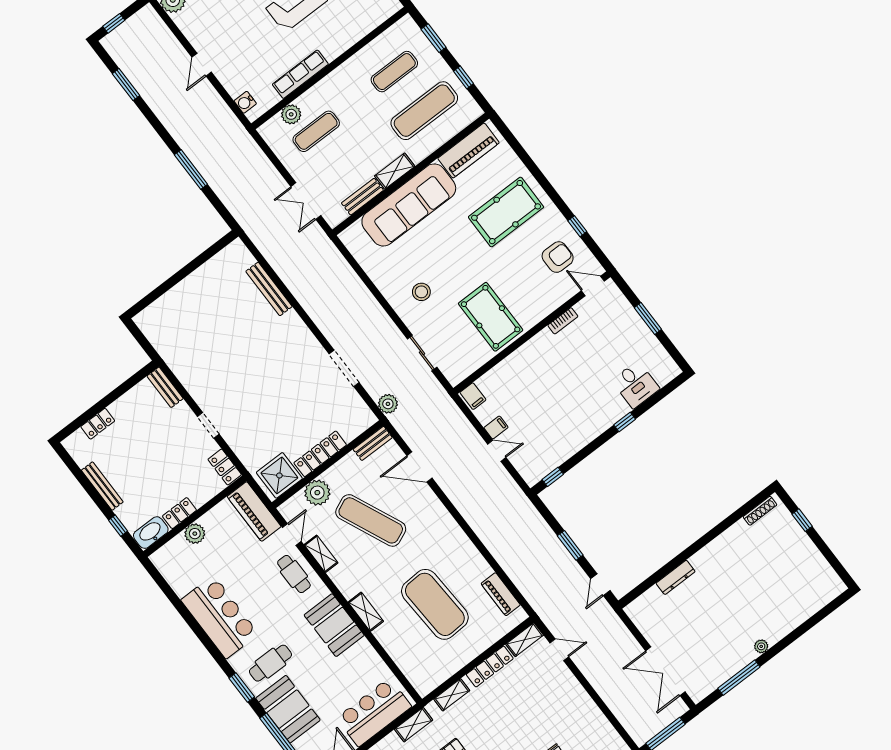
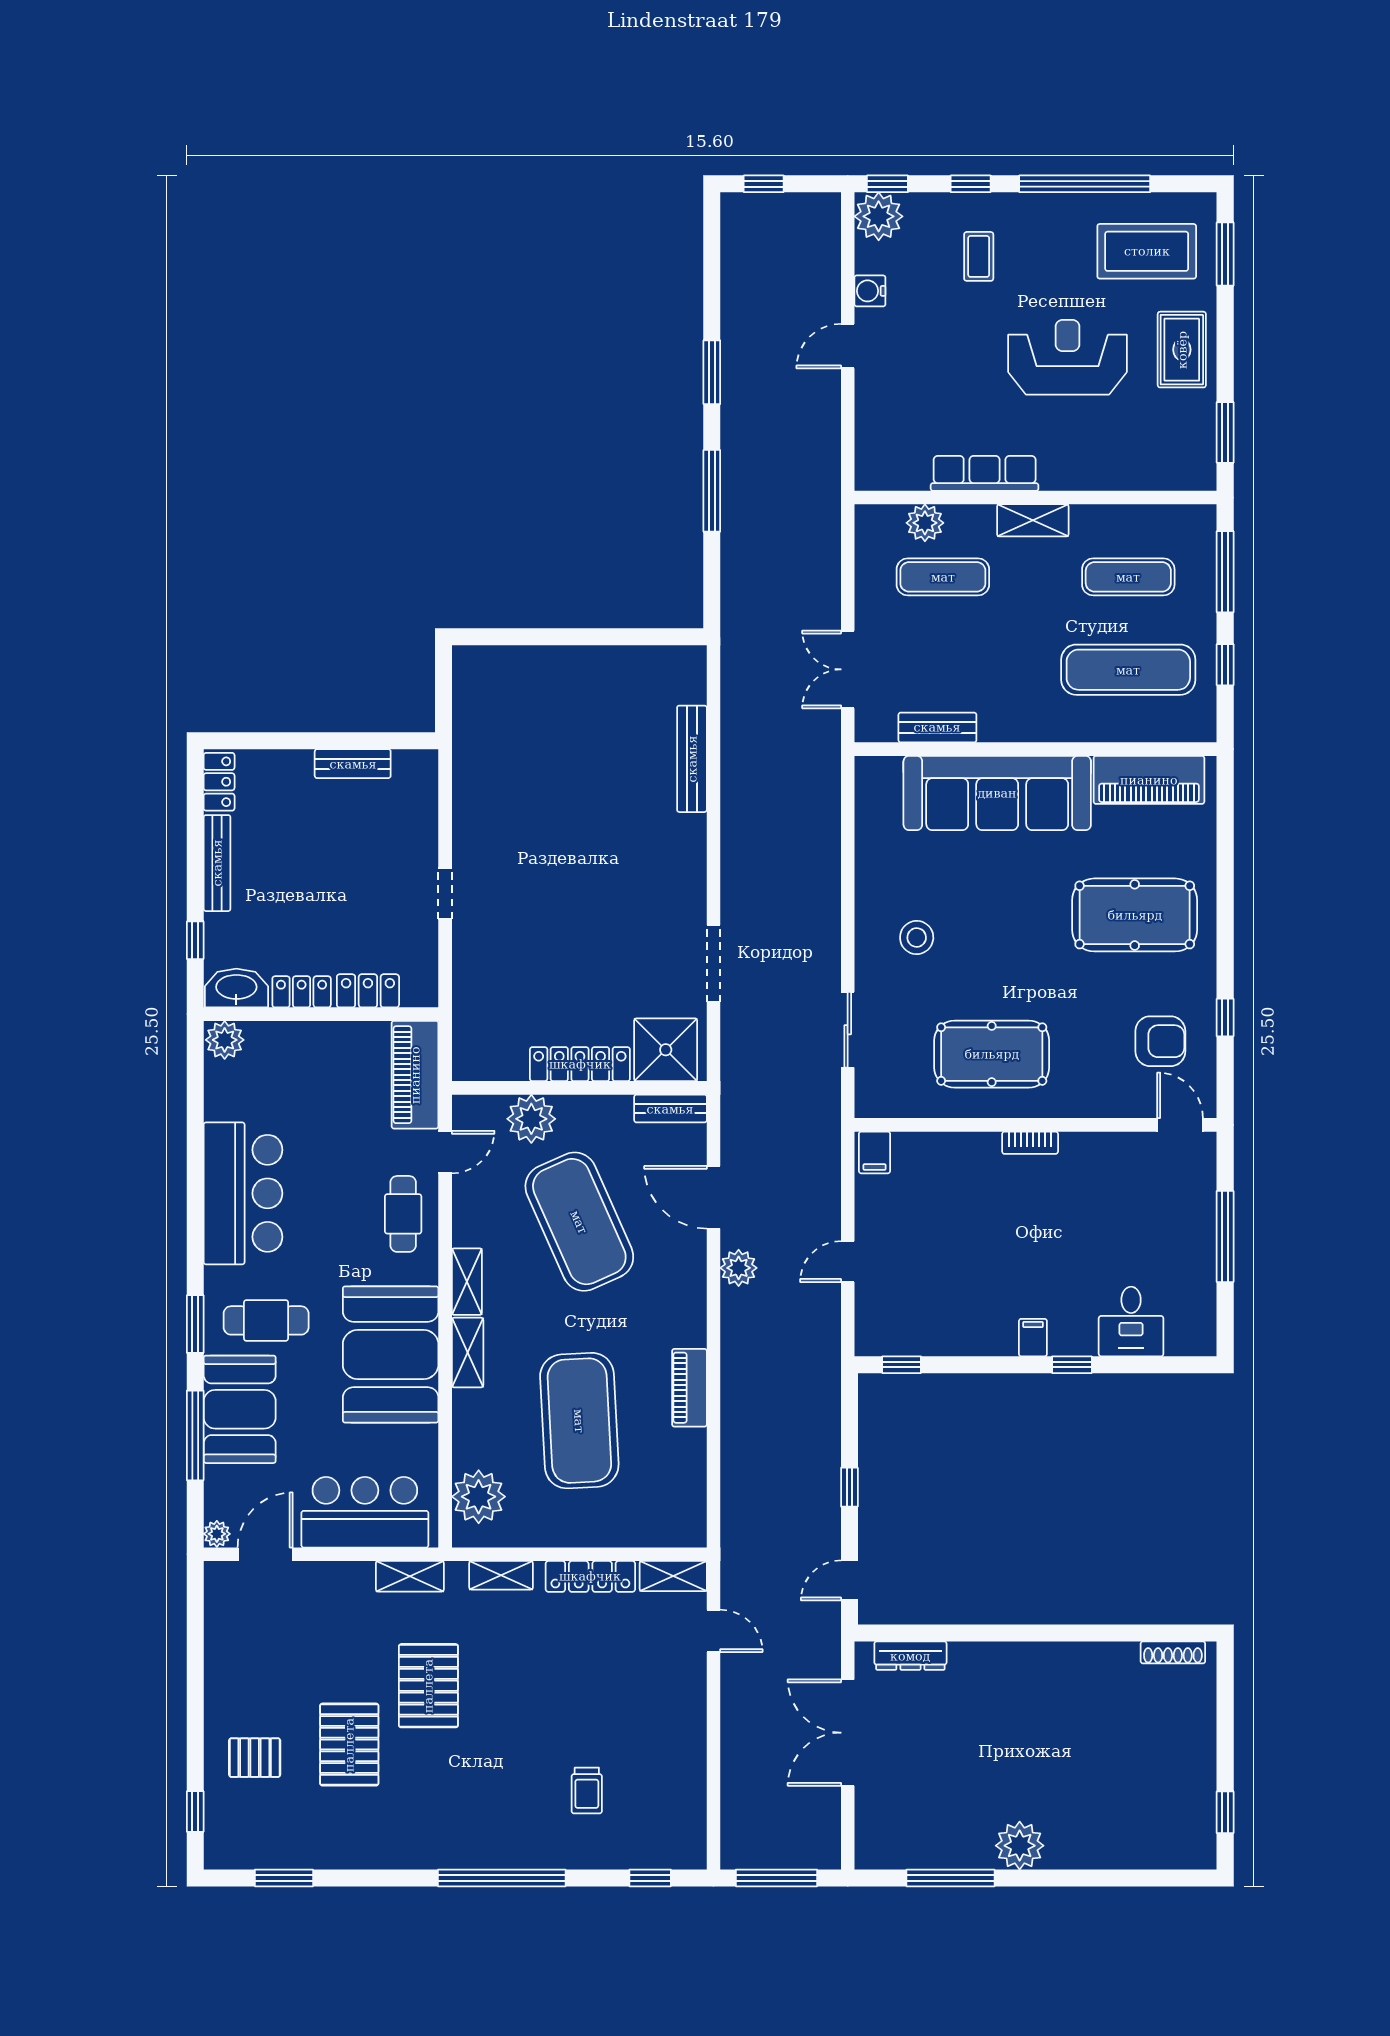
window: (434, 38) -> (1225, 572), width x1.44
window: (126, 85) -> (712, 372), moved
water cooler: (245, 102) -> (870, 291), moved
shelving: (395, 171) -> (1033, 520), moved
pool table: (491, 317) -> (992, 1054), turned 90
window: (648, 318) -> (1225, 1236), width x1.44
bookcase: (563, 321) -> (1030, 1143), moved
bench: (165, 387) -> (353, 764), moved, turned 90
plant: (388, 404) -> (739, 1268), moved
locker: (98, 424) -> (219, 782), moved, turned -90
filing cabinet: (496, 427) -> (1033, 1338), moved, turned -90
door: (497, 451) -> (848, 1262), swing flipped
locker: (225, 467) -> (368, 991), moved, turned 90
shower: (279, 475) -> (666, 1050), moved
exercise mat: (371, 520) -> (579, 1222), width x1.47
window: (802, 520) -> (1225, 1812), moved
plant: (195, 534) -> (225, 1040), moved
window: (570, 545) -> (849, 1487), width x0.67
shelving: (321, 554) -> (467, 1282), moved
dresser: (676, 577) -> (910, 1656), moved
piano: (501, 594) -> (689, 1388), moved
booth: (334, 625) -> (391, 1354), width x1.36, depth x1.42
plant: (761, 646) -> (1020, 1846), width x1.87, depth x1.87
plant: (417, 669) -> (479, 1497), added
double door: (665, 671) -> (848, 1733), moved

